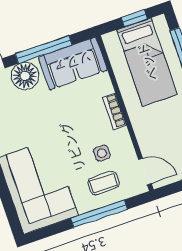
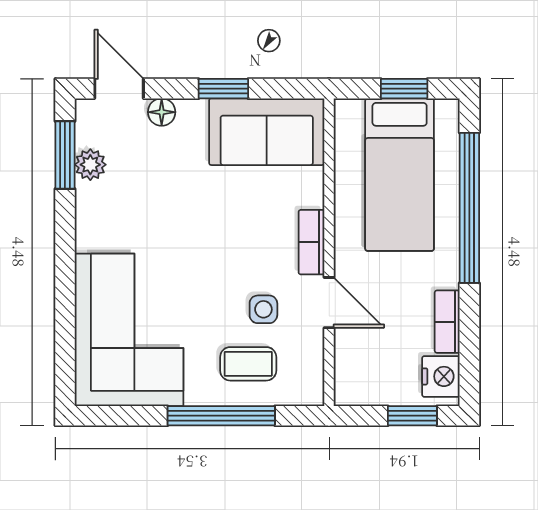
window: (44, 49) -> (223, 89), width x0.46
floor lamp: (25, 76) -> (162, 112), width x0.53, depth x0.53
door: (145, 172) -> (329, 303), moved

